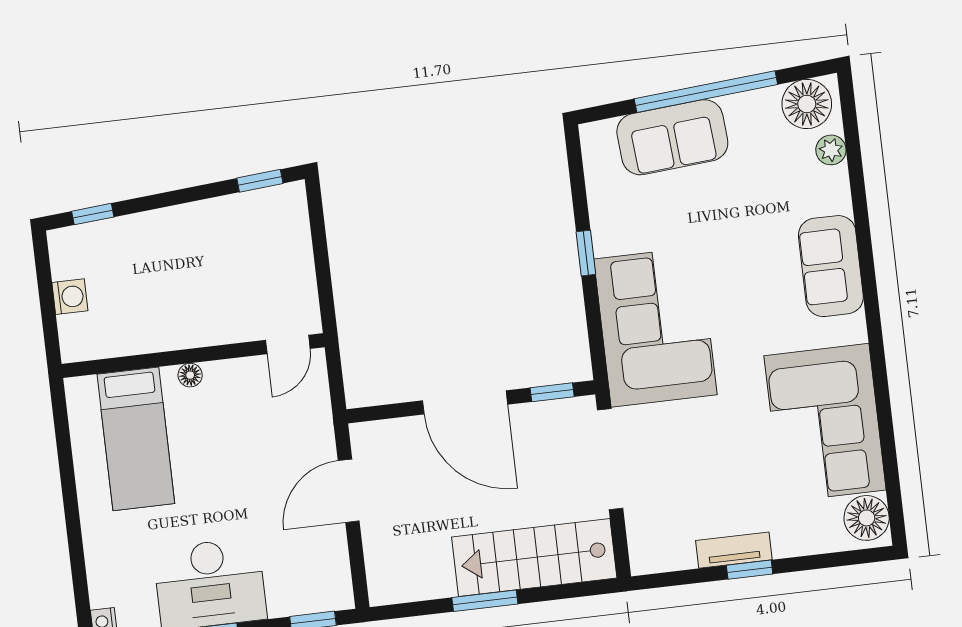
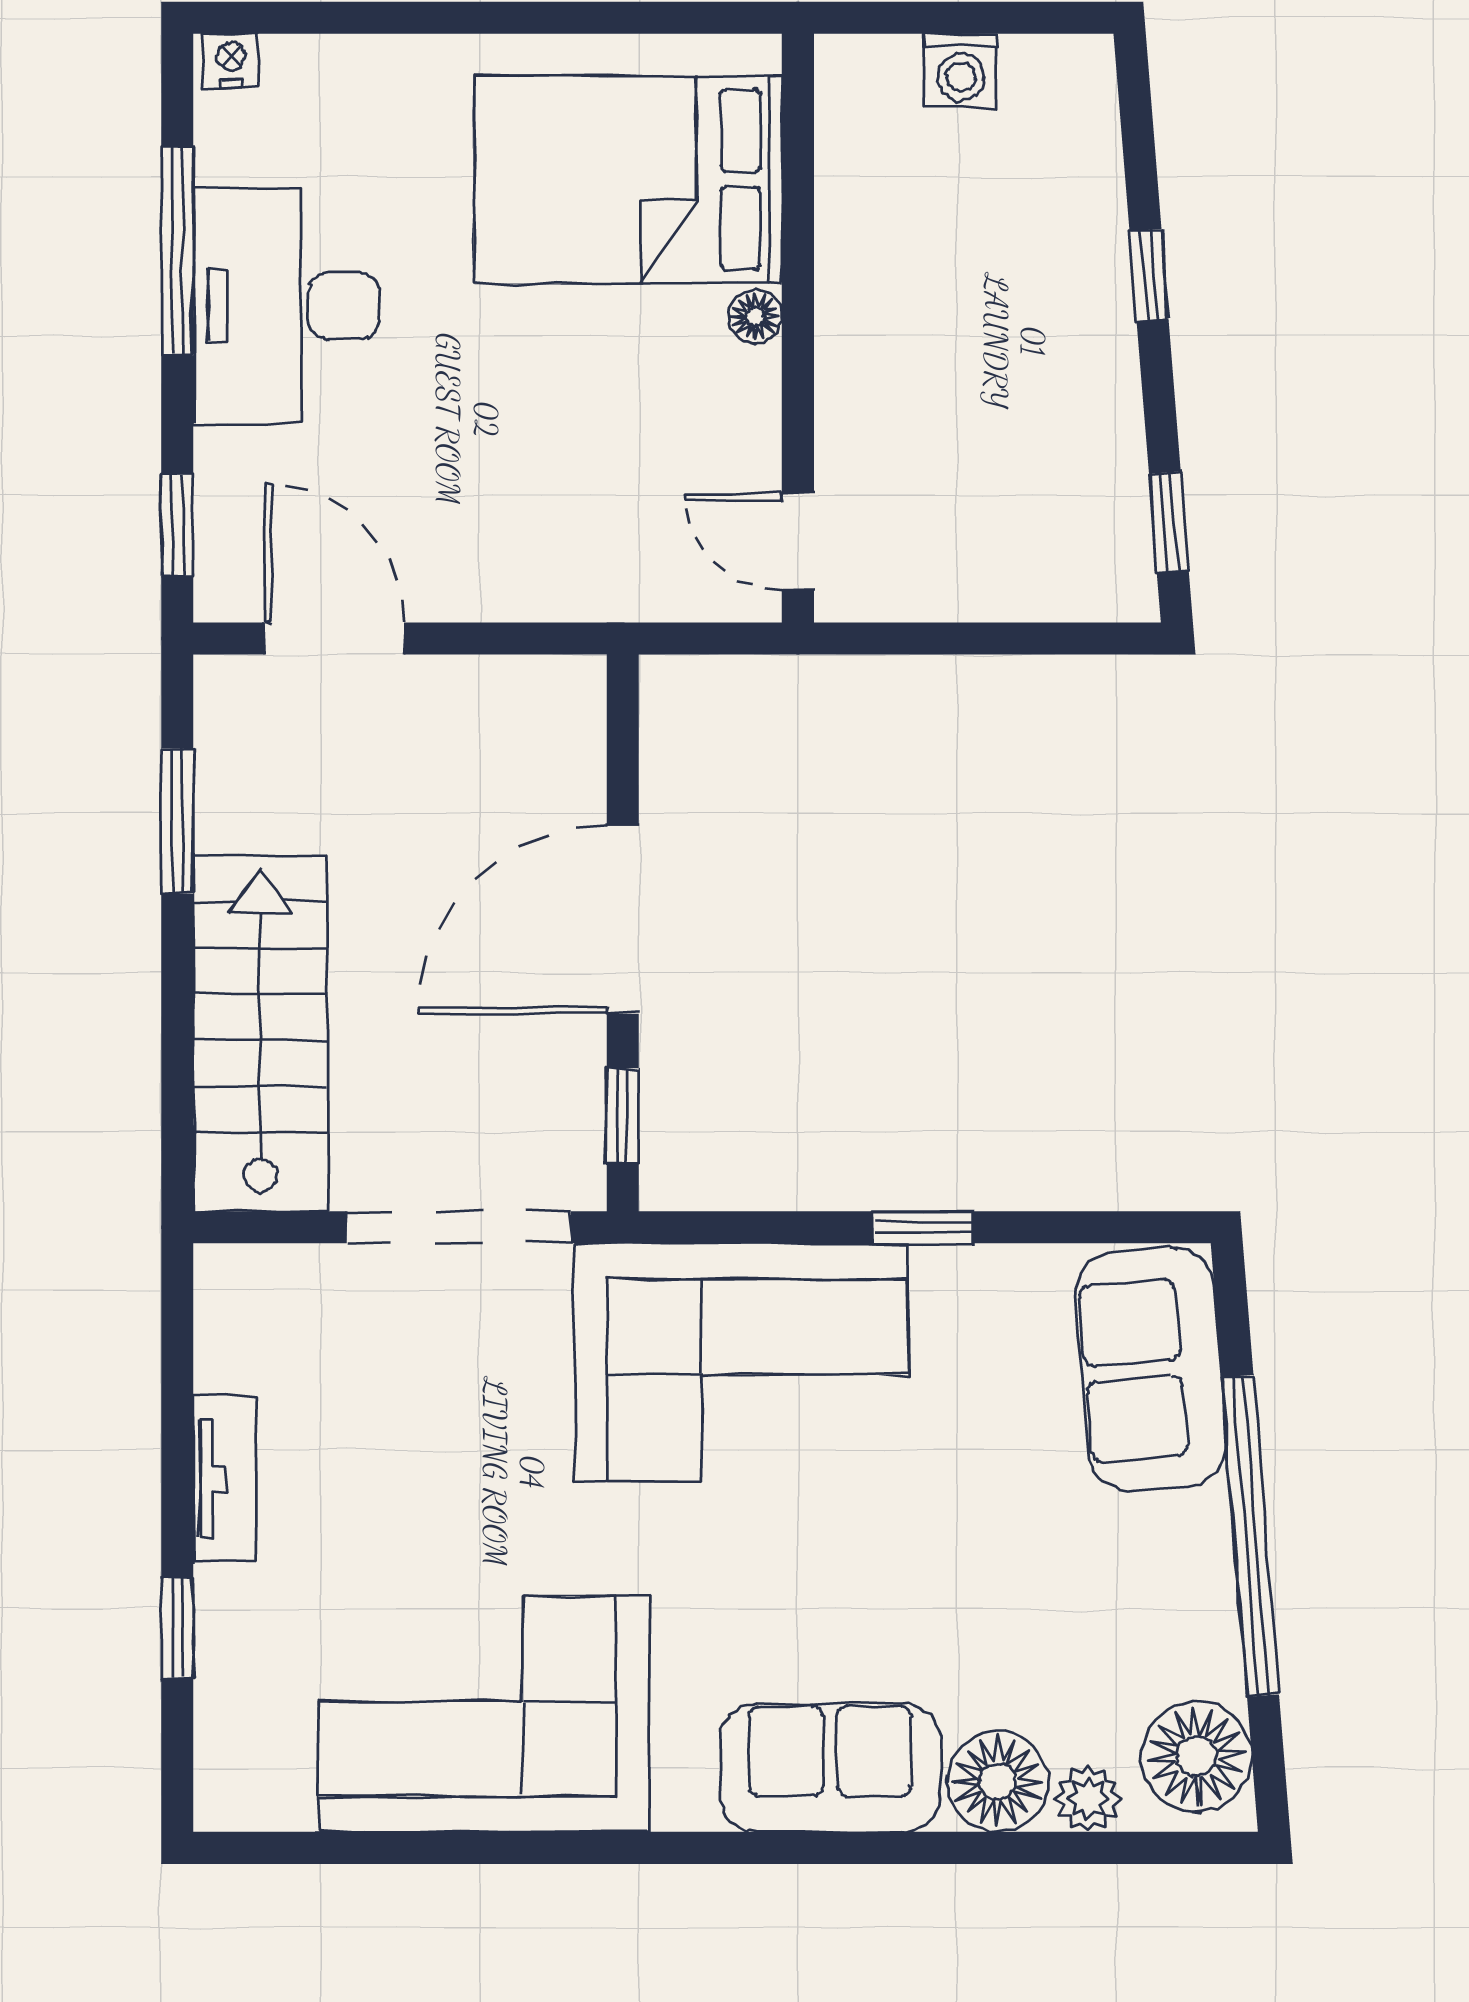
sofa: (672, 137) -> (1151, 1370), moved
window: (93, 214) -> (1149, 275), moved
bed: (136, 439) -> (628, 179), width x1.50
door: (349, 491) -> (334, 638), moved
floor lamp: (867, 518) -> (998, 1782), moved
window: (750, 570) -> (177, 1627), moved
window: (485, 601) -> (177, 821), moved

